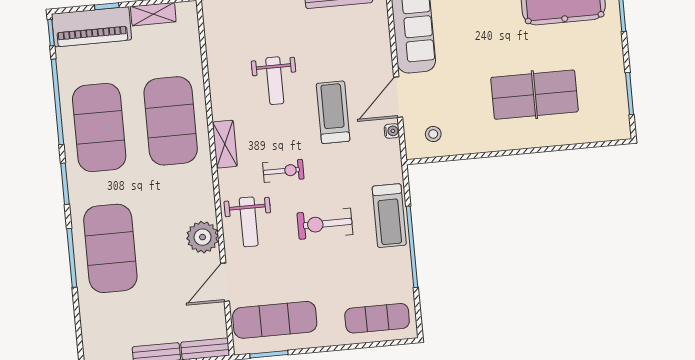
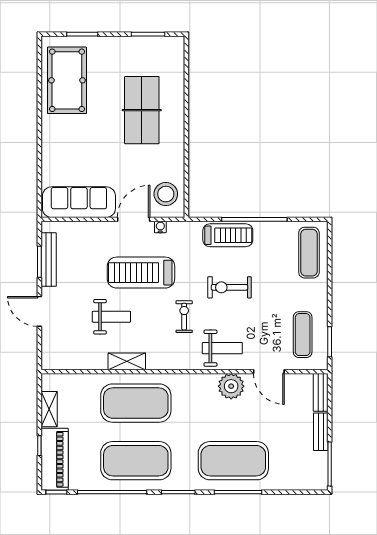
door: (398, 97) -> (134, 219), swing flipped
treadmill: (333, 112) -> (141, 273), width x1.37, depth x1.38
stool: (433, 134) -> (166, 194), width x1.89, depth x1.89
shelving: (225, 144) -> (127, 361), moved
exercise bike: (325, 224) -> (230, 287), turned 90
exercise mat: (275, 320) -> (303, 335), width x0.73, depth x0.69

